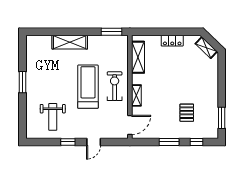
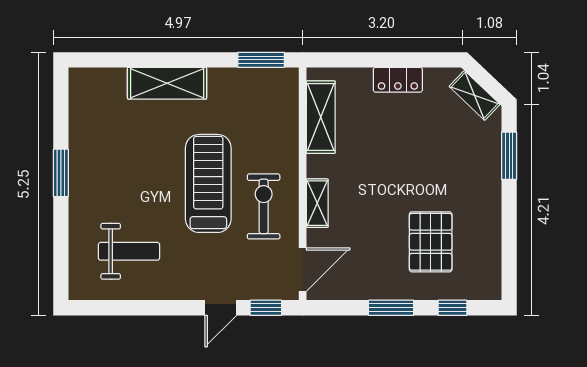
exercise bike: (115, 86) -> (264, 206), moved
pallet: (187, 113) -> (431, 242), width x1.50, depth x1.42
weight bench: (53, 117) -> (129, 251), turned -90
window: (222, 118) -> (509, 156), moved
window: (68, 142) -> (266, 308), moved

